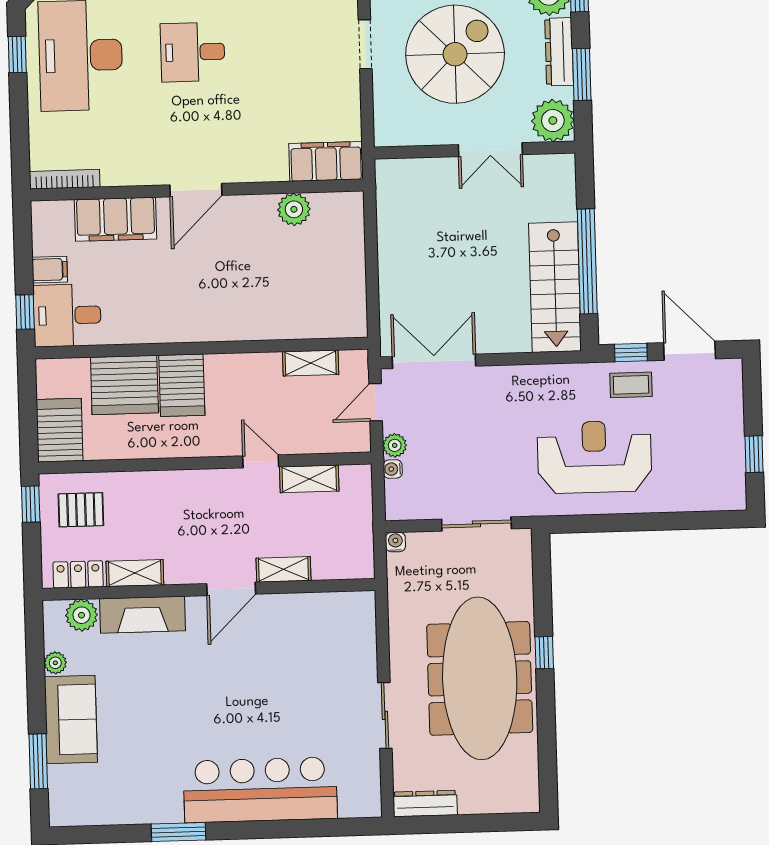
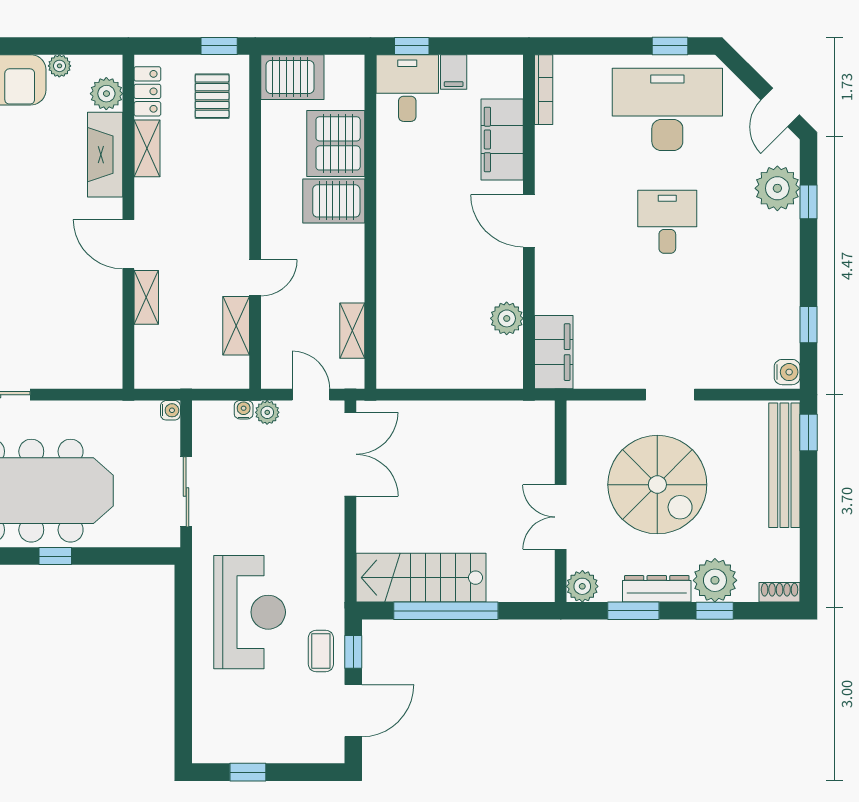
plant: (553, 121) -> (582, 586), width x0.73, depth x0.73

